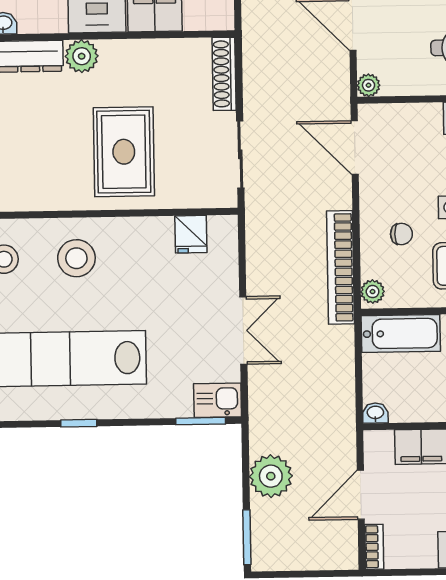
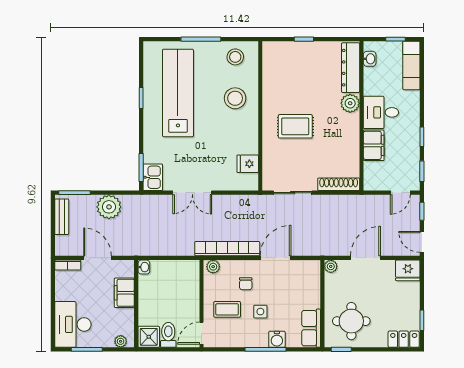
door: (355, 148) -> (276, 258), moved
rug: (124, 152) -> (295, 126), width x0.73, depth x0.70
bathtub: (401, 334) -> (189, 282), removed
bench: (290, 559) -> (62, 217), added

